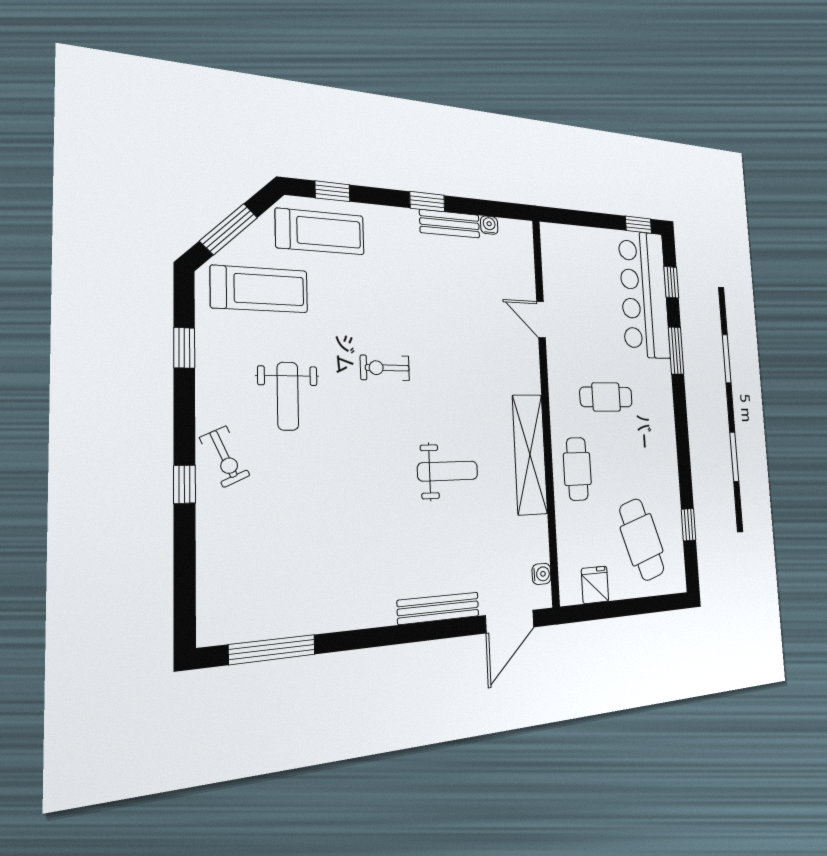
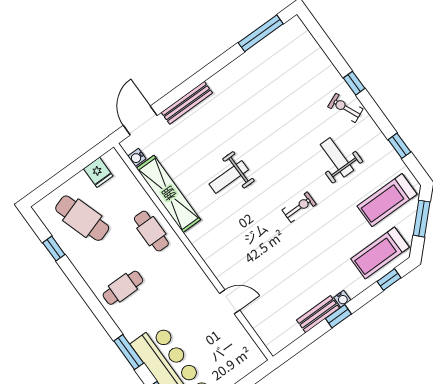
water cooler: (489, 225) -> (342, 299), moved
cafe table: (606, 397) -> (123, 288), moved
shelving: (530, 454) -> (168, 194), moved

